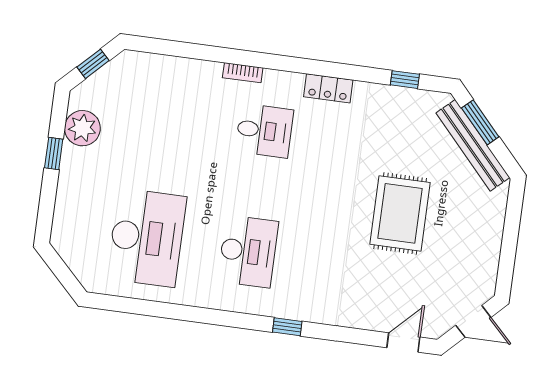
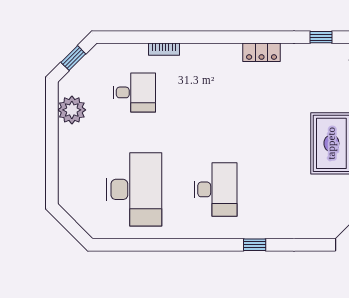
bookcase: (243, 73) -> (164, 49), moved
desk: (264, 131) -> (134, 92), moved
window: (54, 153) -> (52, 133), removed

